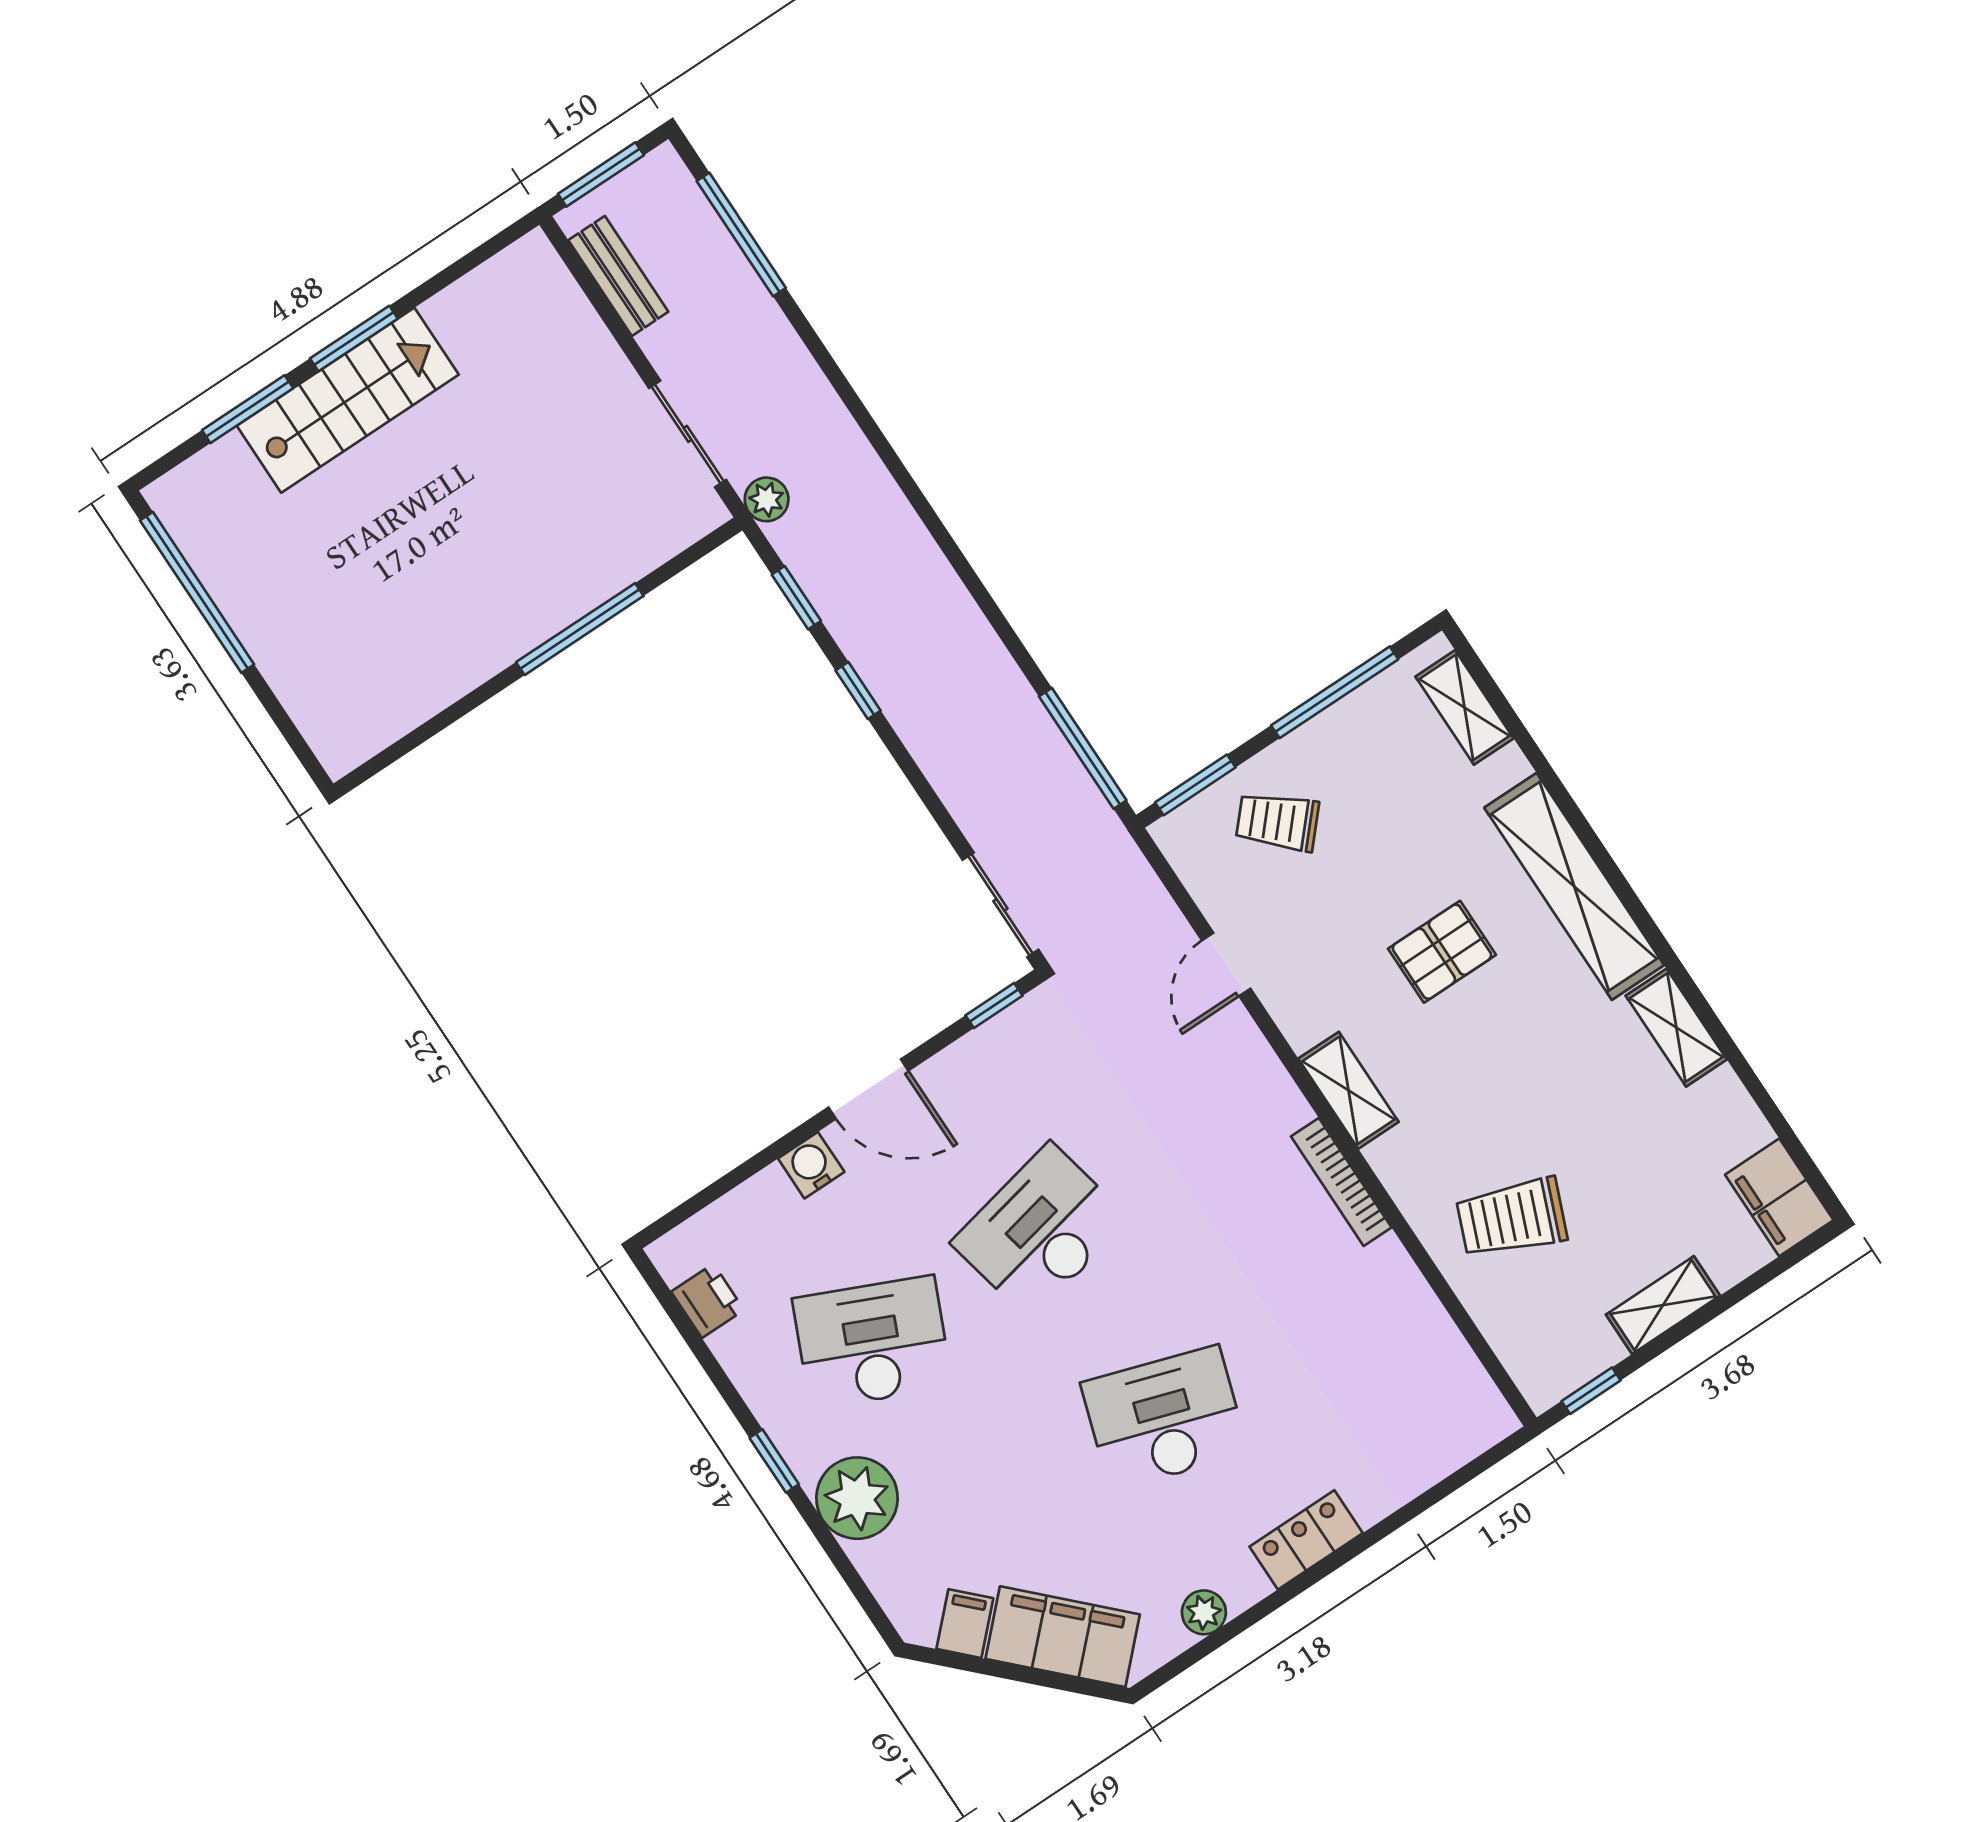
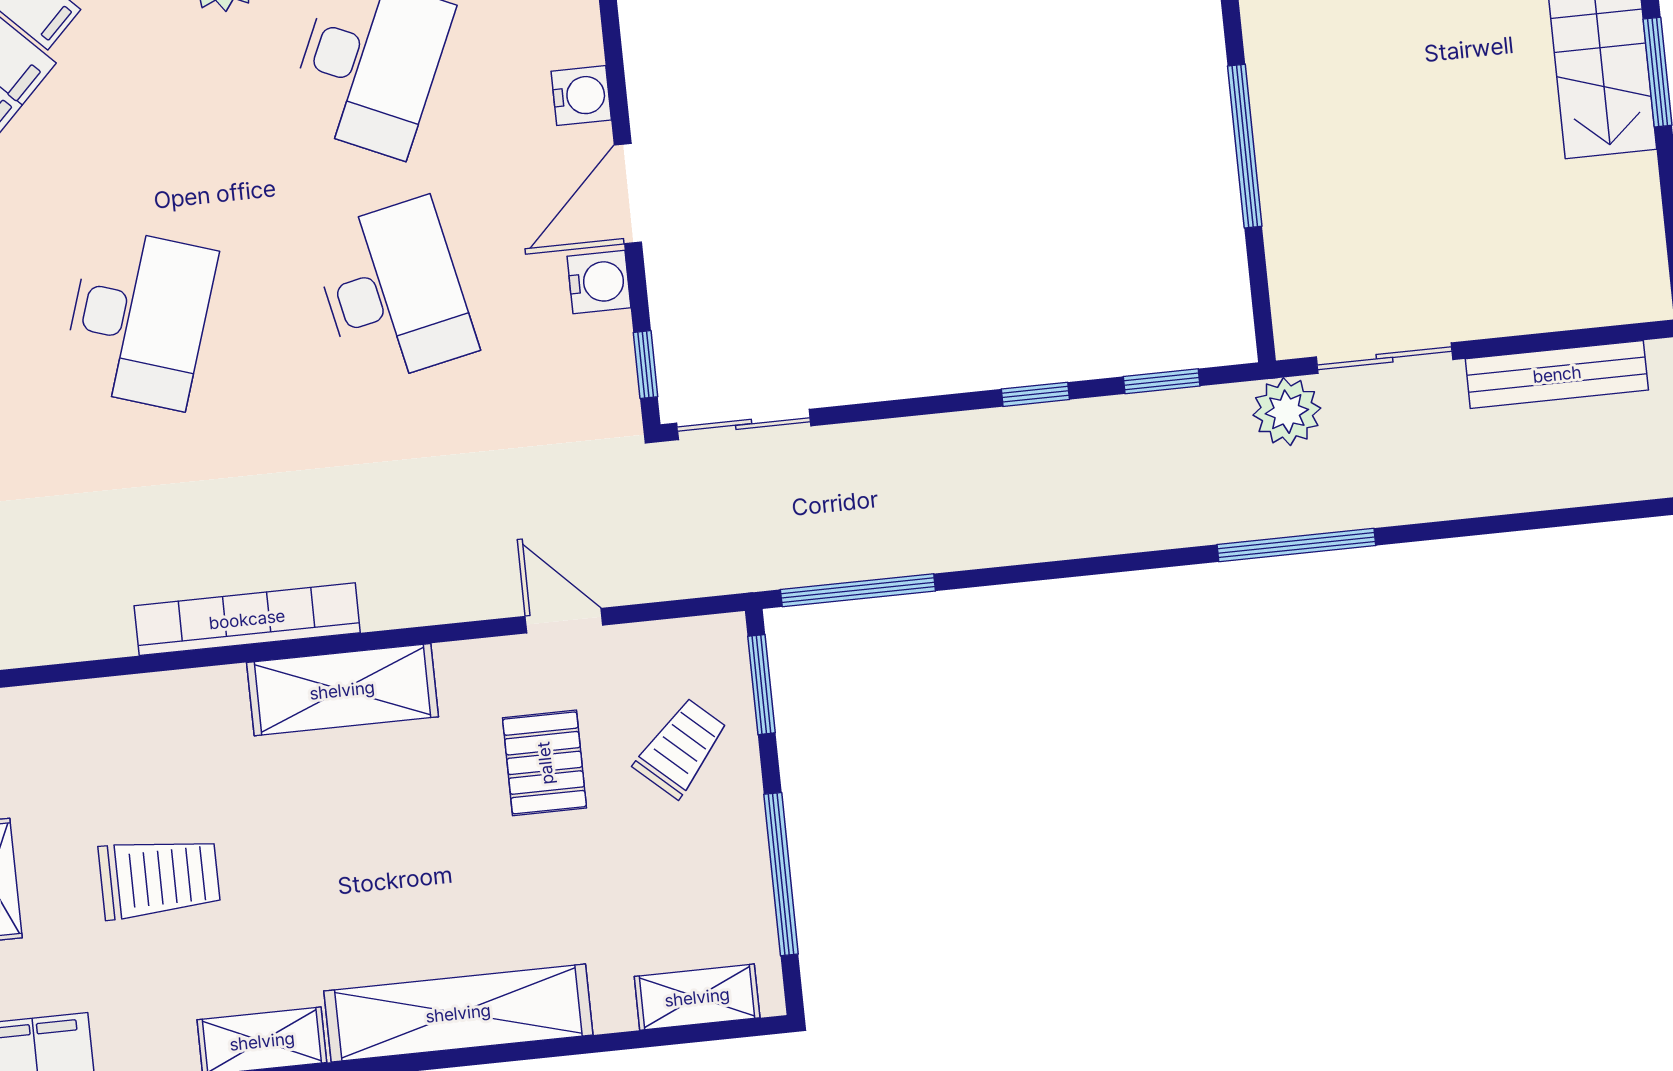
window: (741, 234) -> (1296, 545), moved
bench: (618, 276) -> (1557, 374), width x1.36
plant: (767, 499) -> (1287, 412), width x1.38, depth x1.38
pallet: (1442, 952) -> (545, 763), moved
water cooler: (949, 1075) -> (599, 282), added
shelving: (1348, 1090) -> (342, 690), width x1.50, depth x1.33
bookcase: (1341, 1182) -> (247, 619), width x1.48, depth x1.31
trolley: (1512, 1218) -> (159, 878), moved, turned 68

